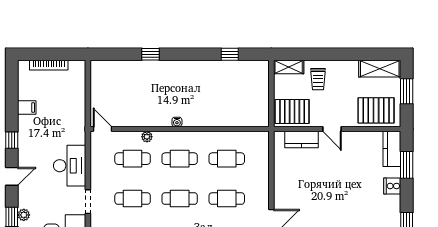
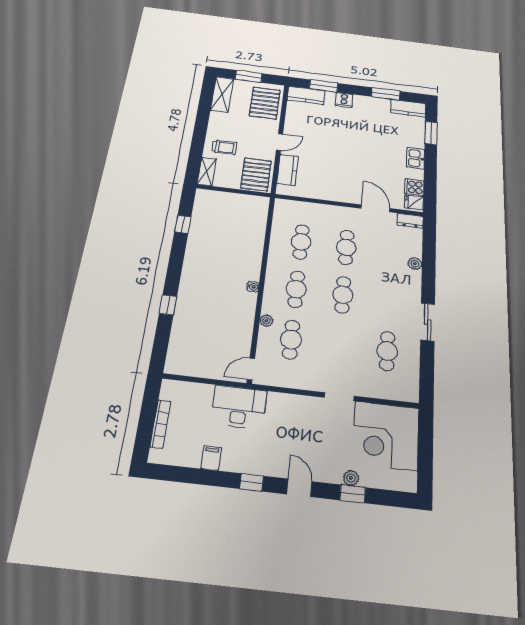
desk: (70, 166) -> (239, 407), moved
cafe table: (133, 199) -> (339, 345), removed

